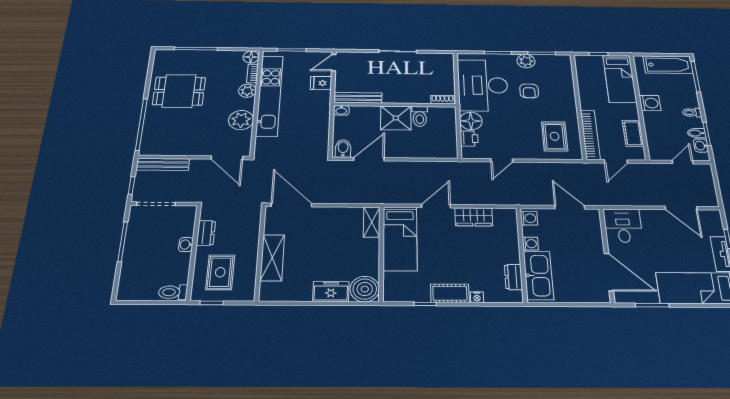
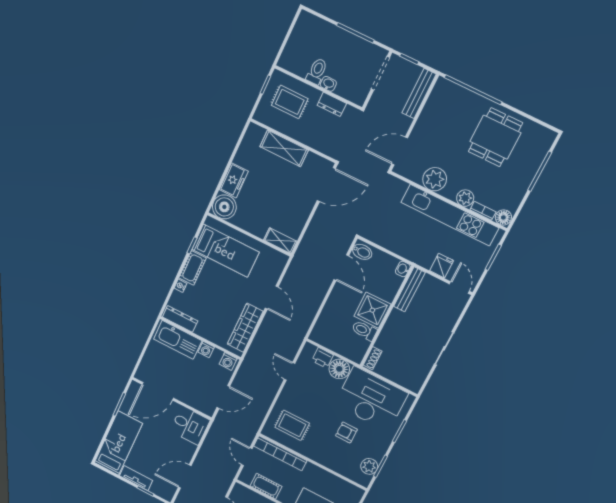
plant: (526, 61) -> (369, 466), moved
wardrobe: (474, 217) -> (245, 328), width x1.50
bed: (400, 239) -> (225, 251), moved, turned 180
dresser: (513, 277) -> (180, 319), width x1.44
toilet: (173, 292) -> (317, 71), moved

